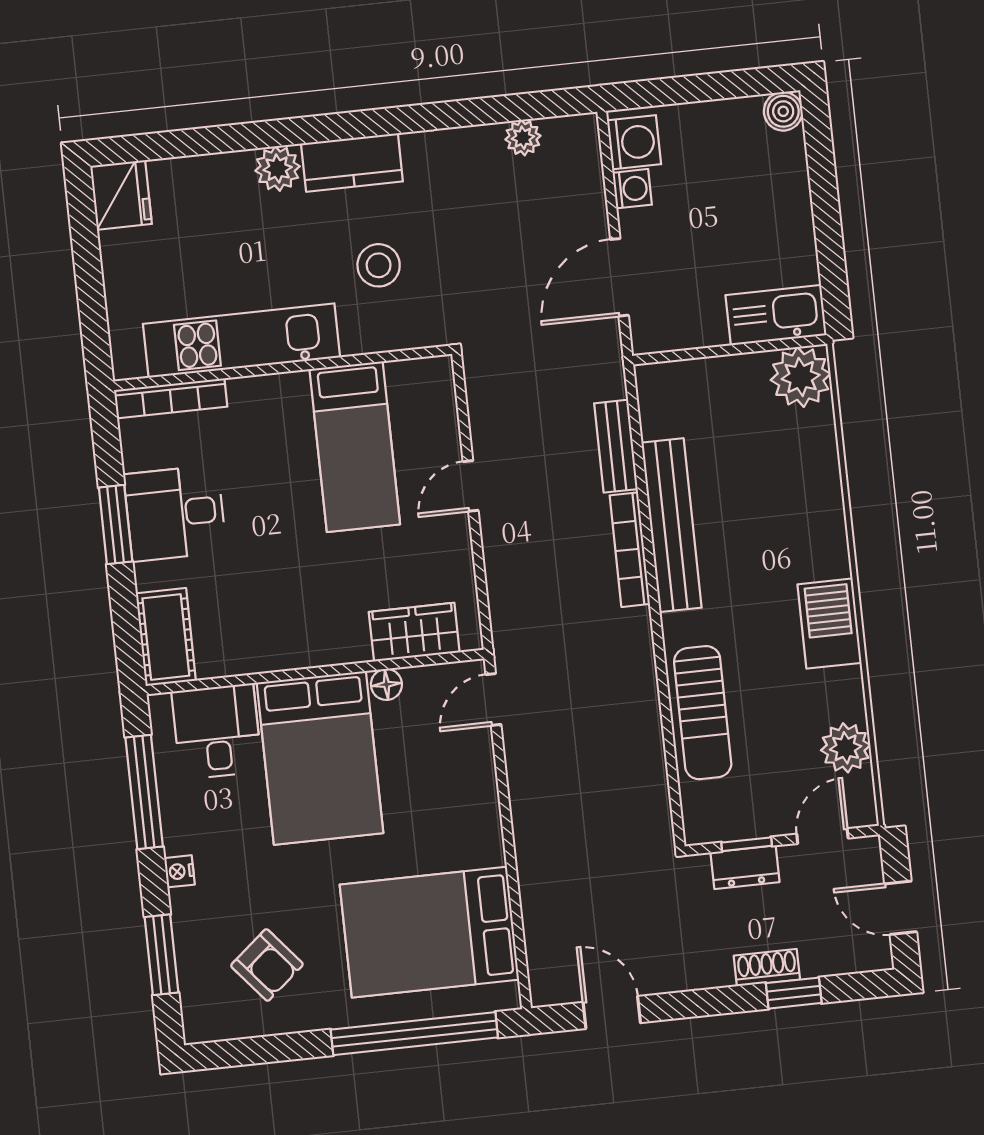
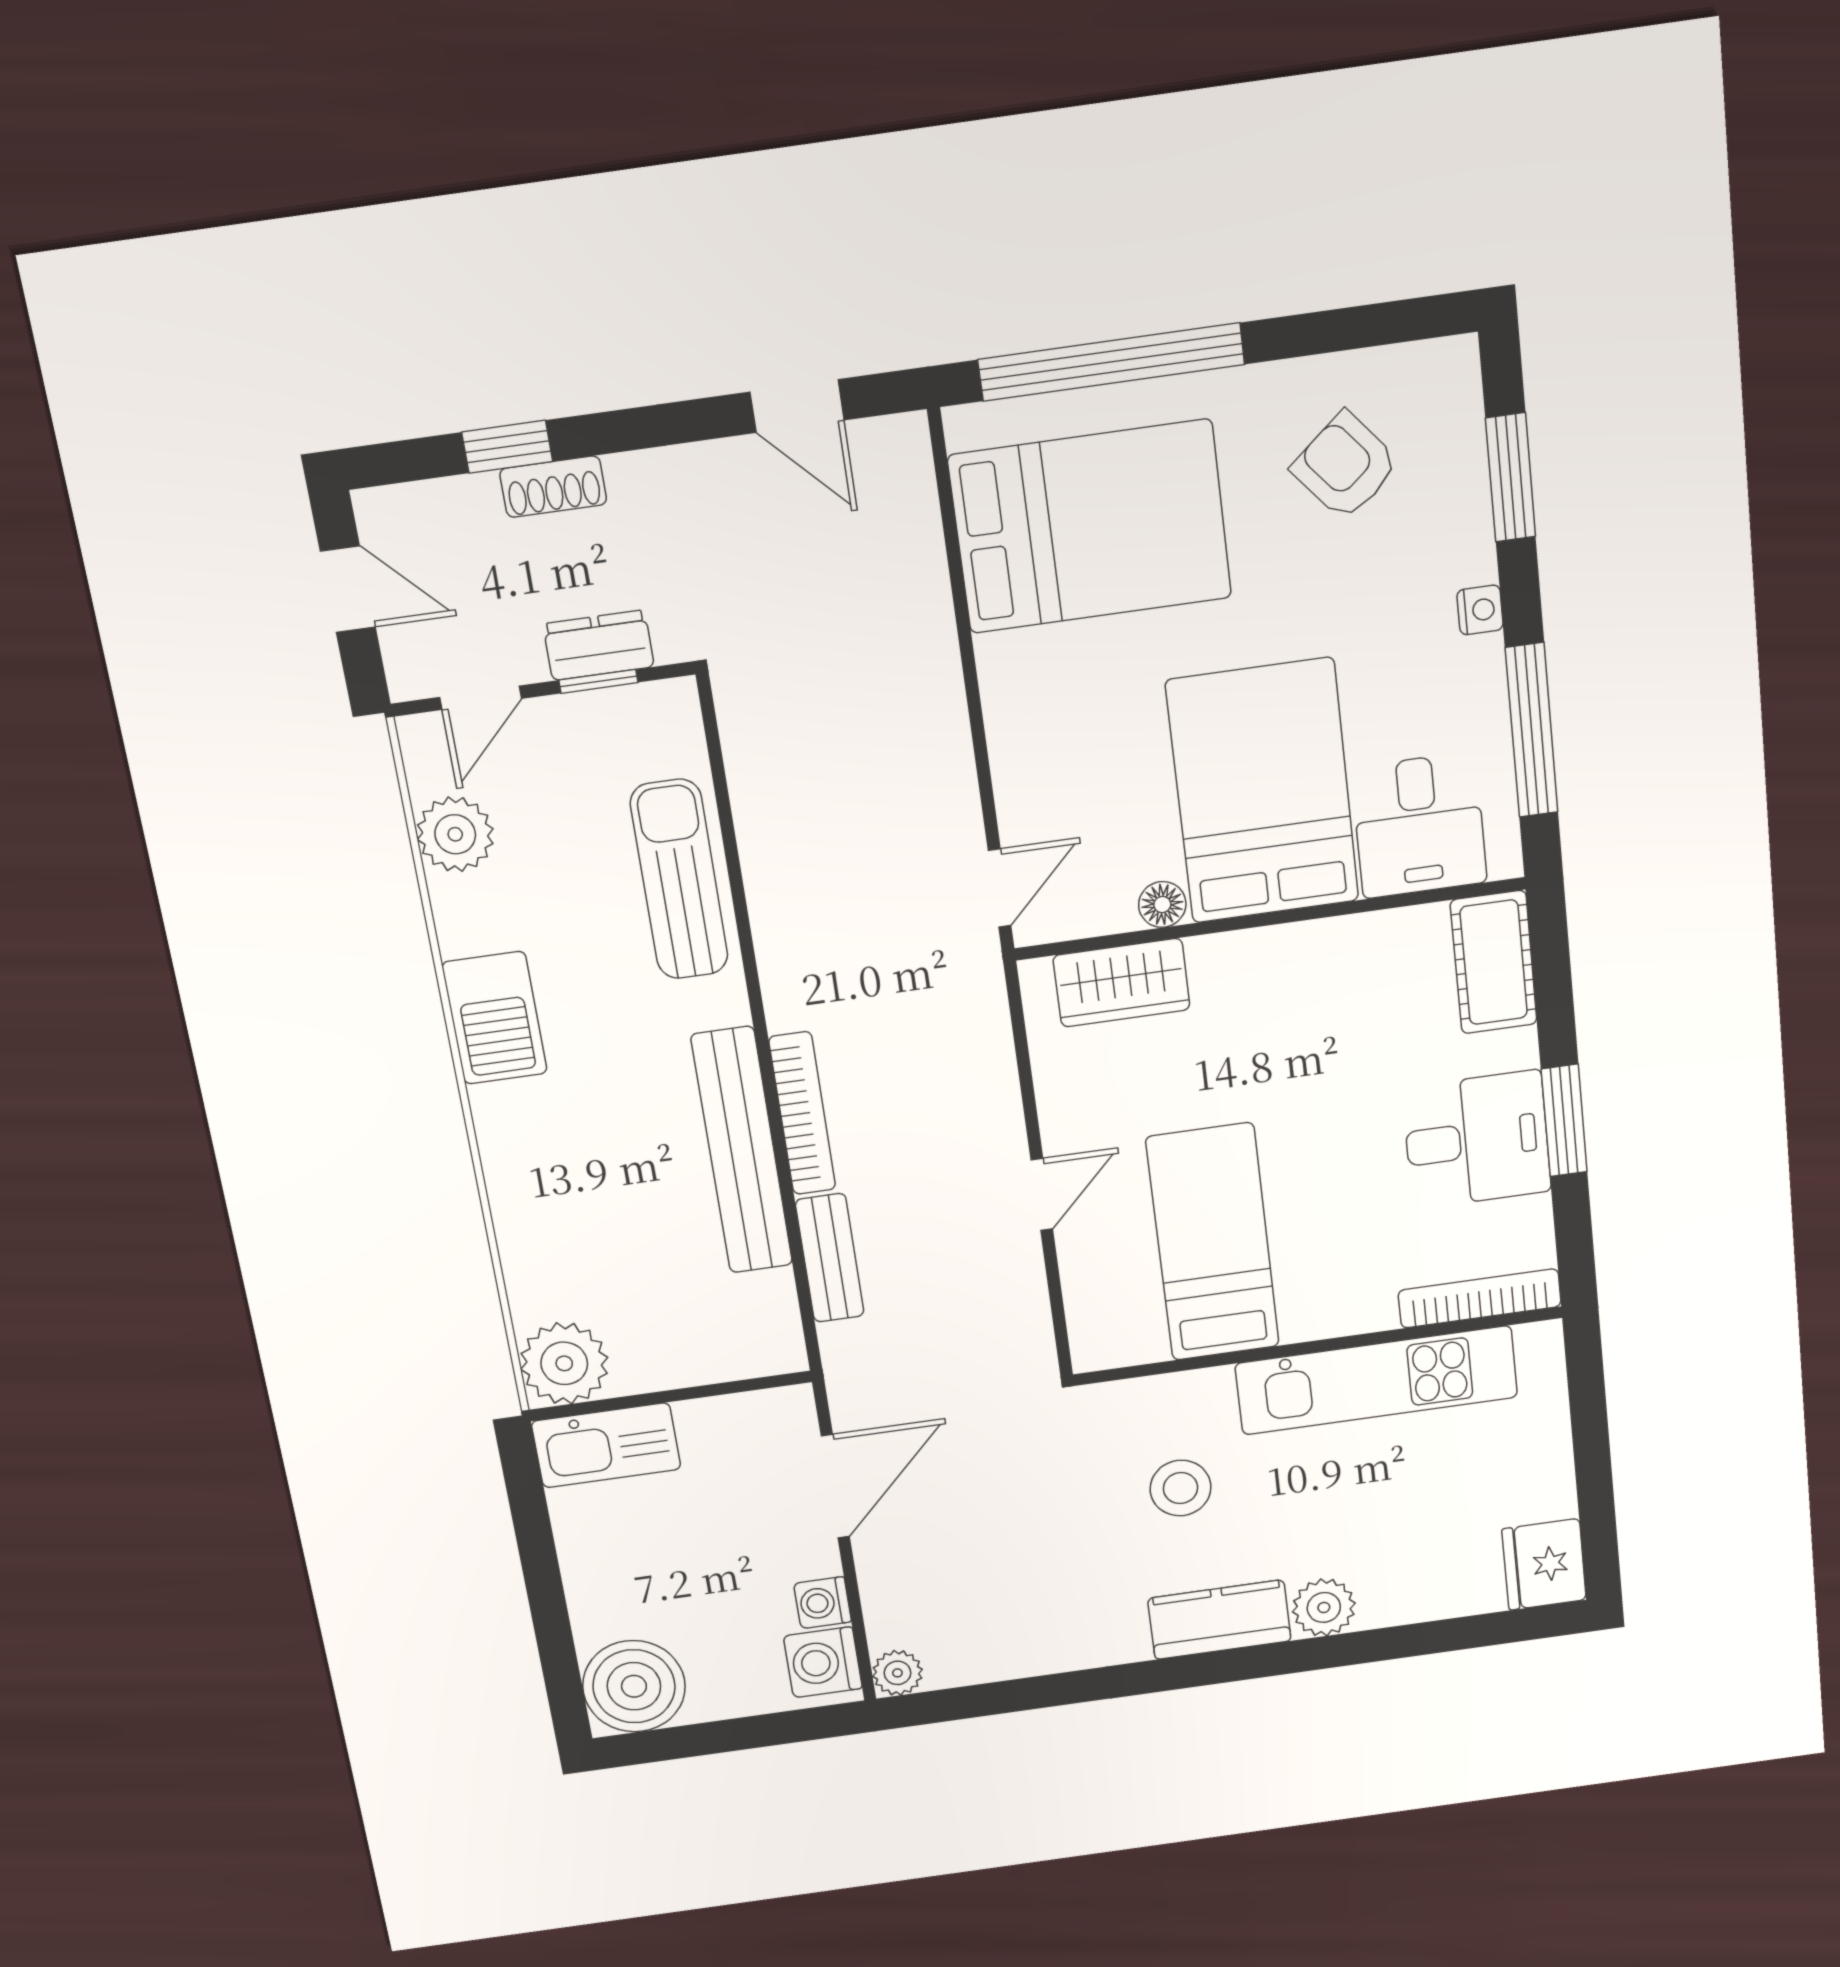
boiler: (783, 111) -> (634, 1686), width x1.86, depth x1.86
plant: (523, 138) -> (897, 1673), moved

